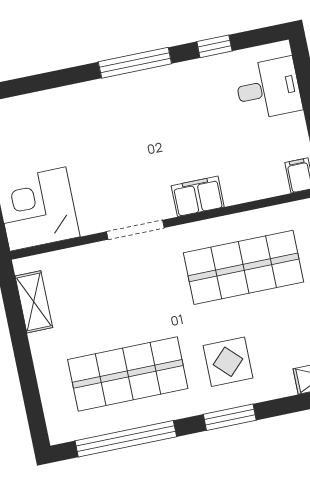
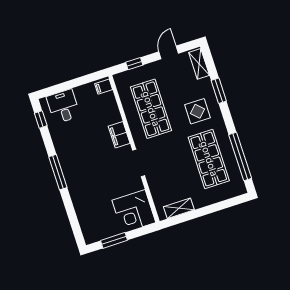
window: (214, 46) -> (41, 119), moved
window: (230, 417) -> (219, 91), moved

